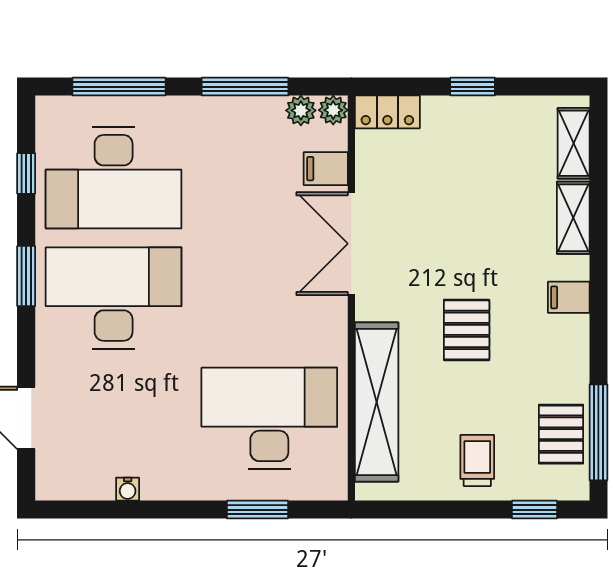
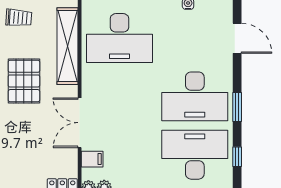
double door: (351, 244) -> (80, 123), swing flipped
pallet: (467, 330) -> (24, 81), width x1.50, depth x1.42
trolley: (477, 460) -> (19, 18), turned -86

